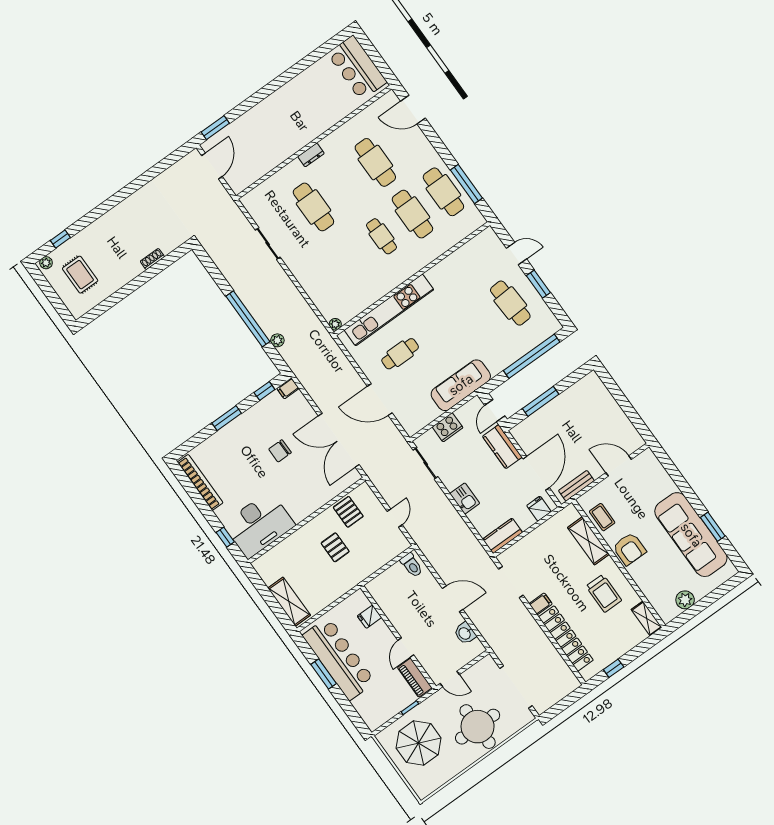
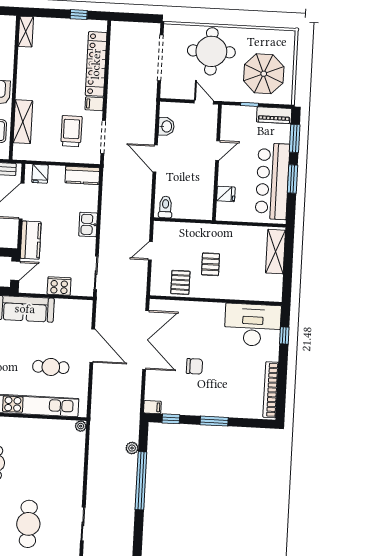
trolley: (604, 593) -> (71, 131), moved
piano: (415, 678) -> (274, 115), moved, turned 90
window: (349, 709) -> (295, 138), added

